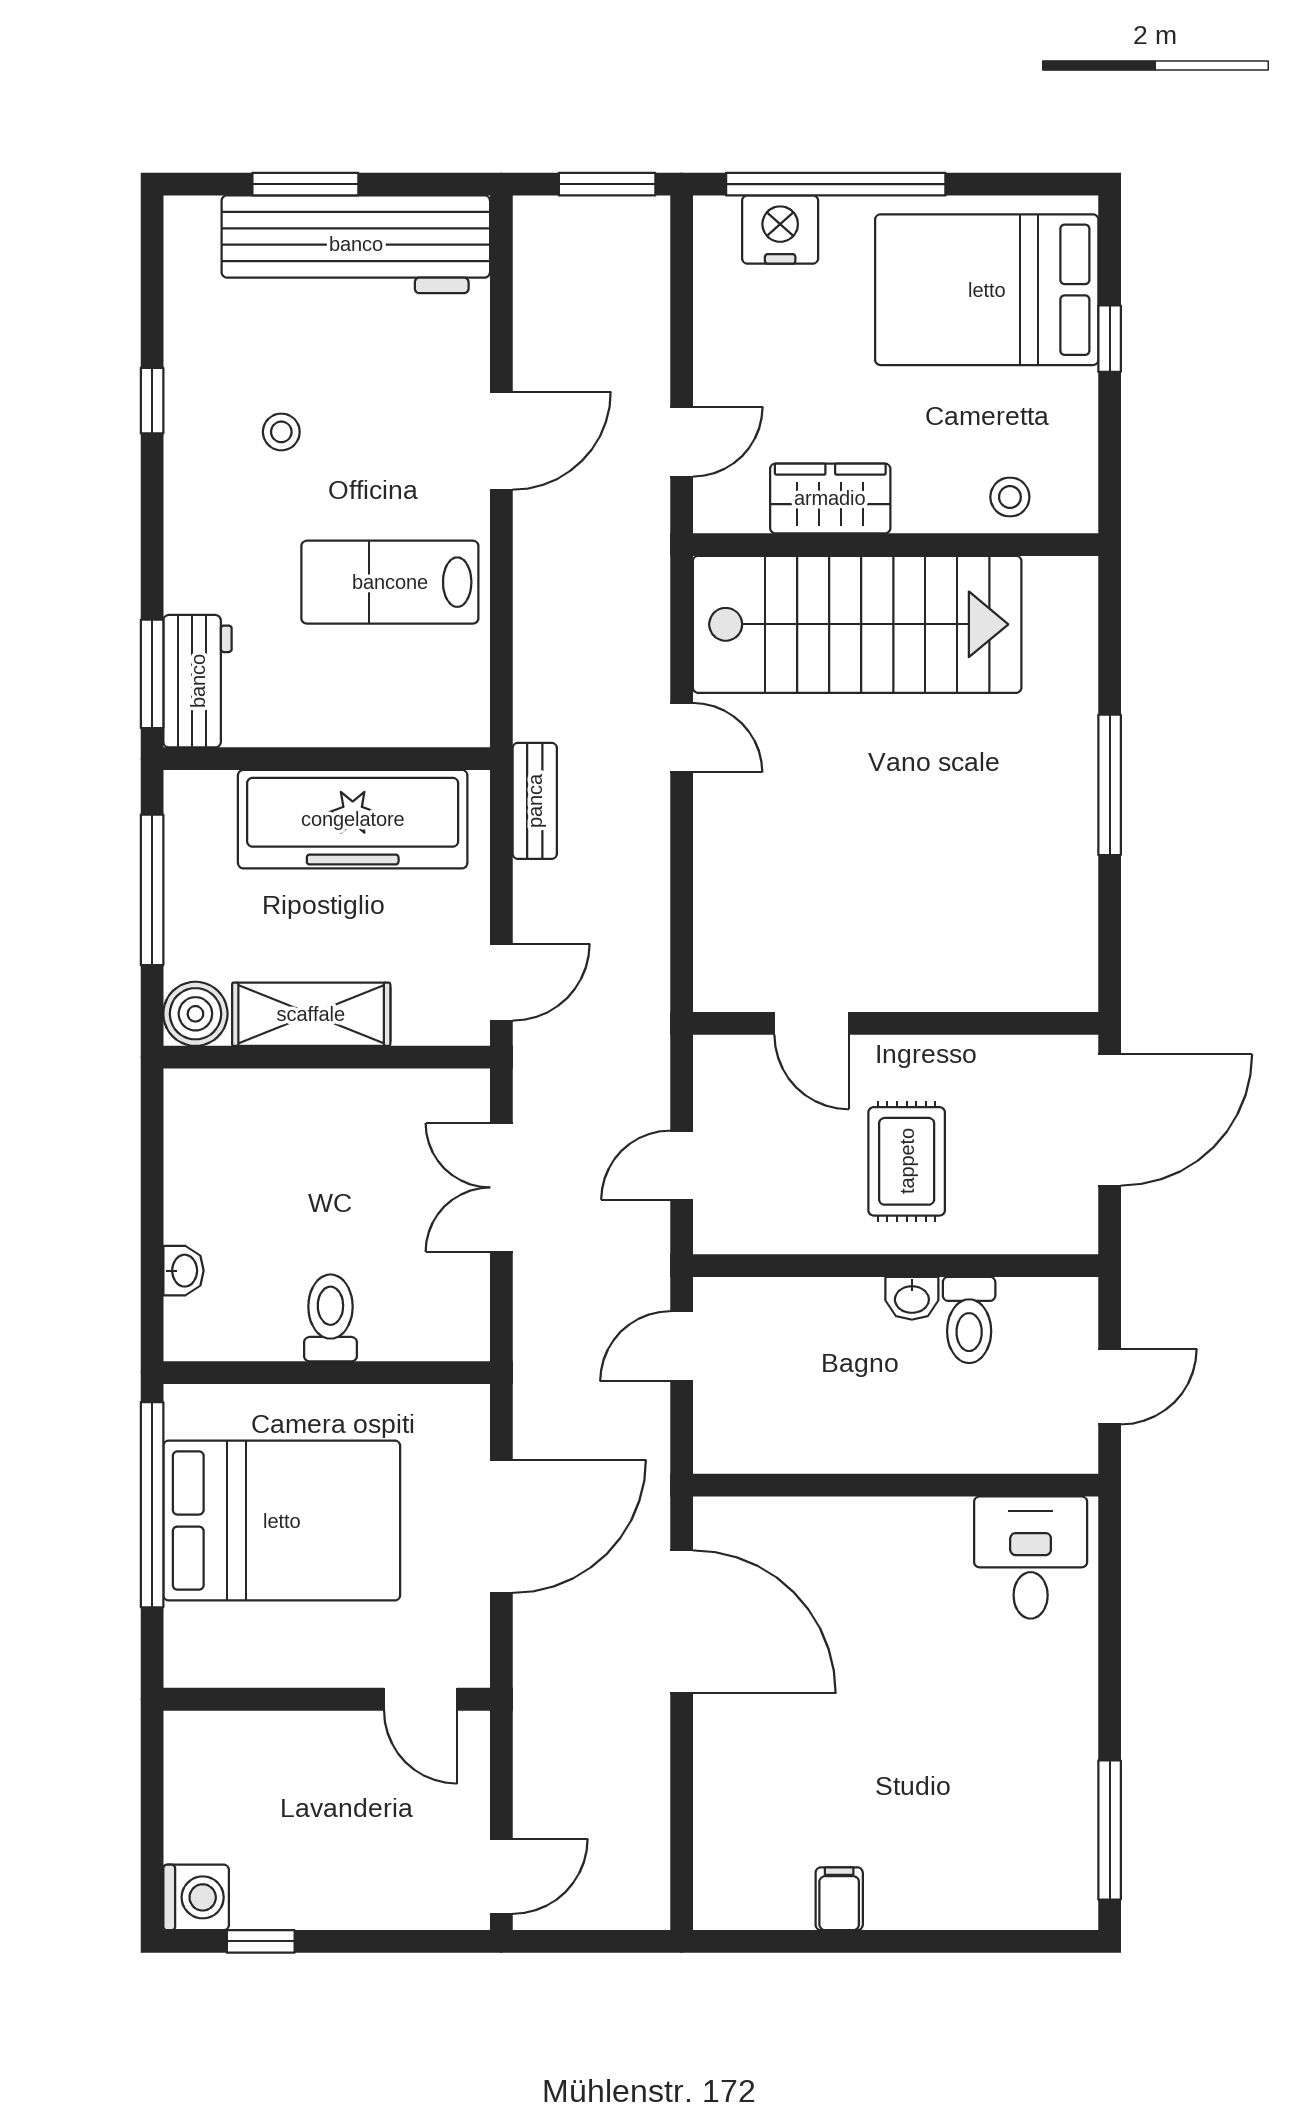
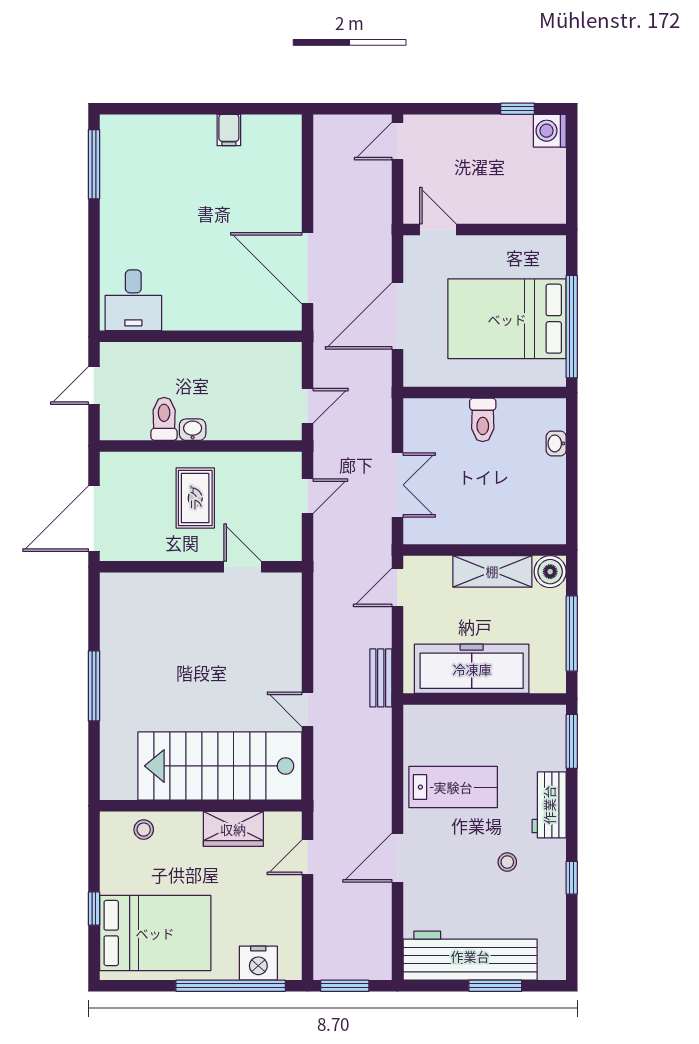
workbench: (198, 681) -> (549, 805), moved

